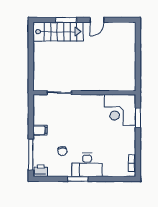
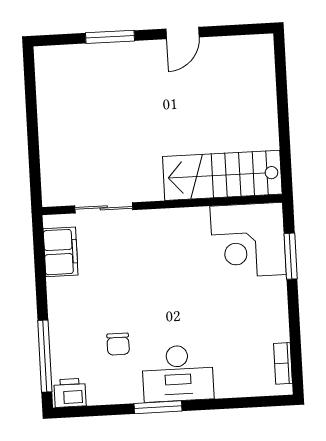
stairs: (58, 32) -> (222, 175), moved, turned 180
filing cabinet: (40, 130) -> (61, 252), moved, width x2.00

